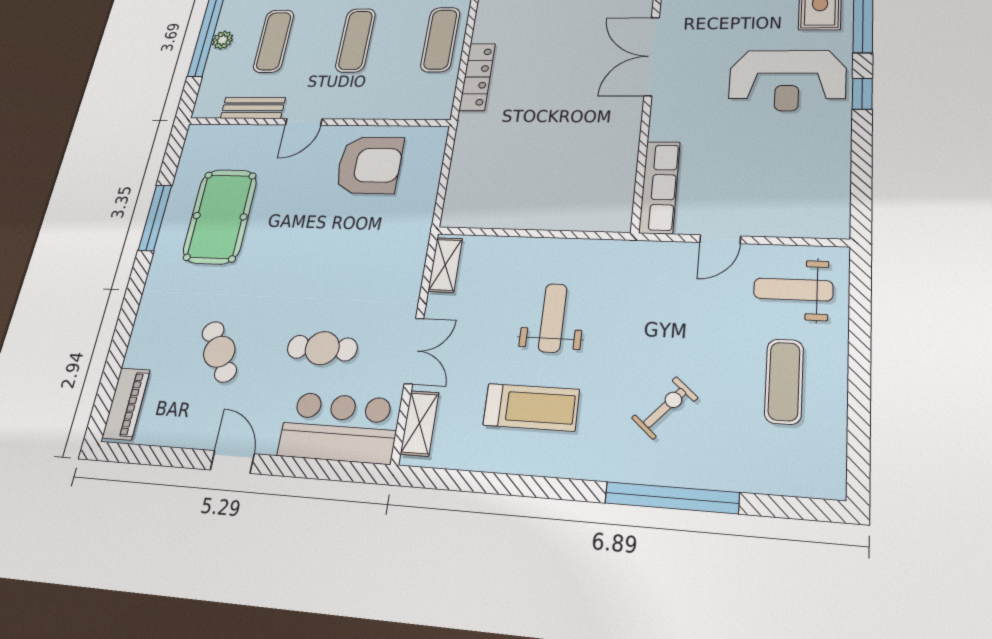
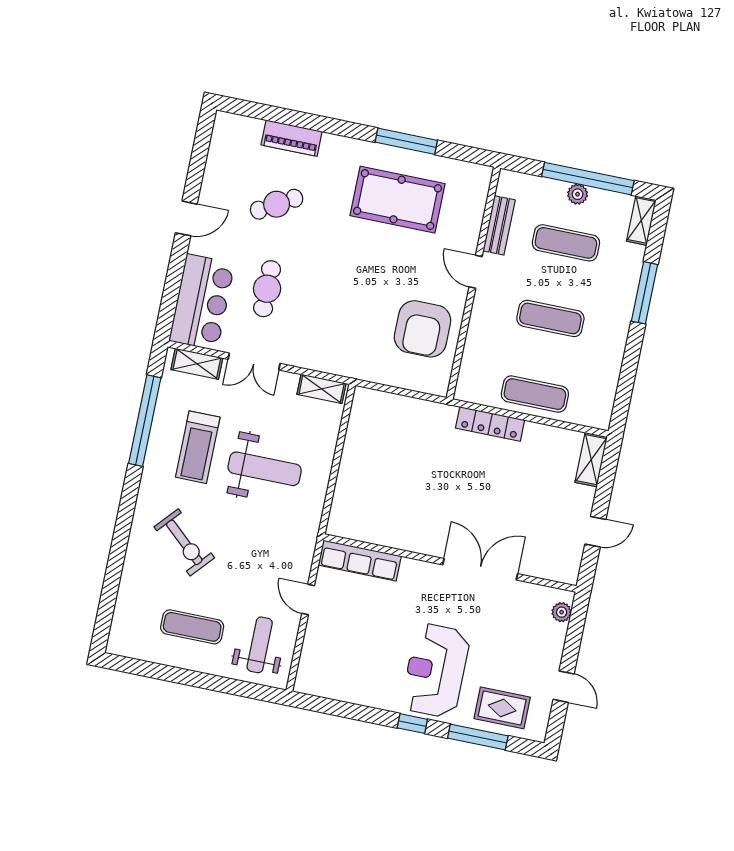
weight bench: (553, 318) -> (265, 469), width x1.36, depth x1.33
piano: (126, 404) -> (292, 138), moved
exercise bike: (665, 408) -> (184, 542), width x1.38, depth x1.39
window: (672, 498) -> (145, 421), moved

